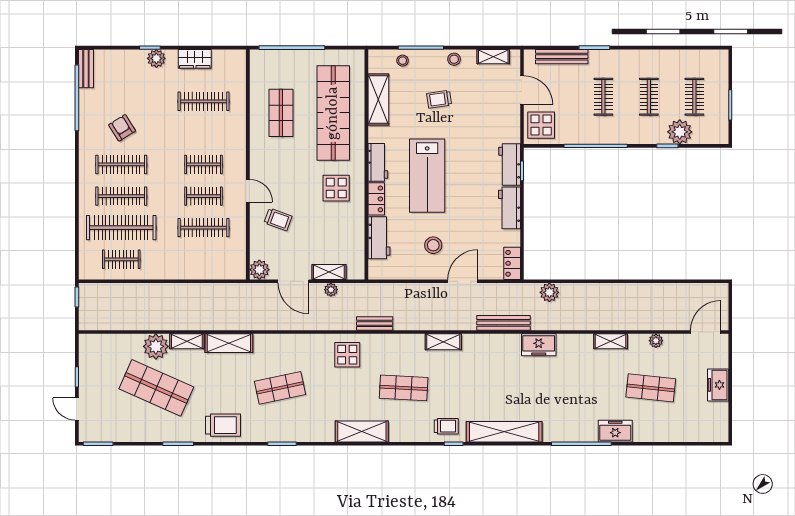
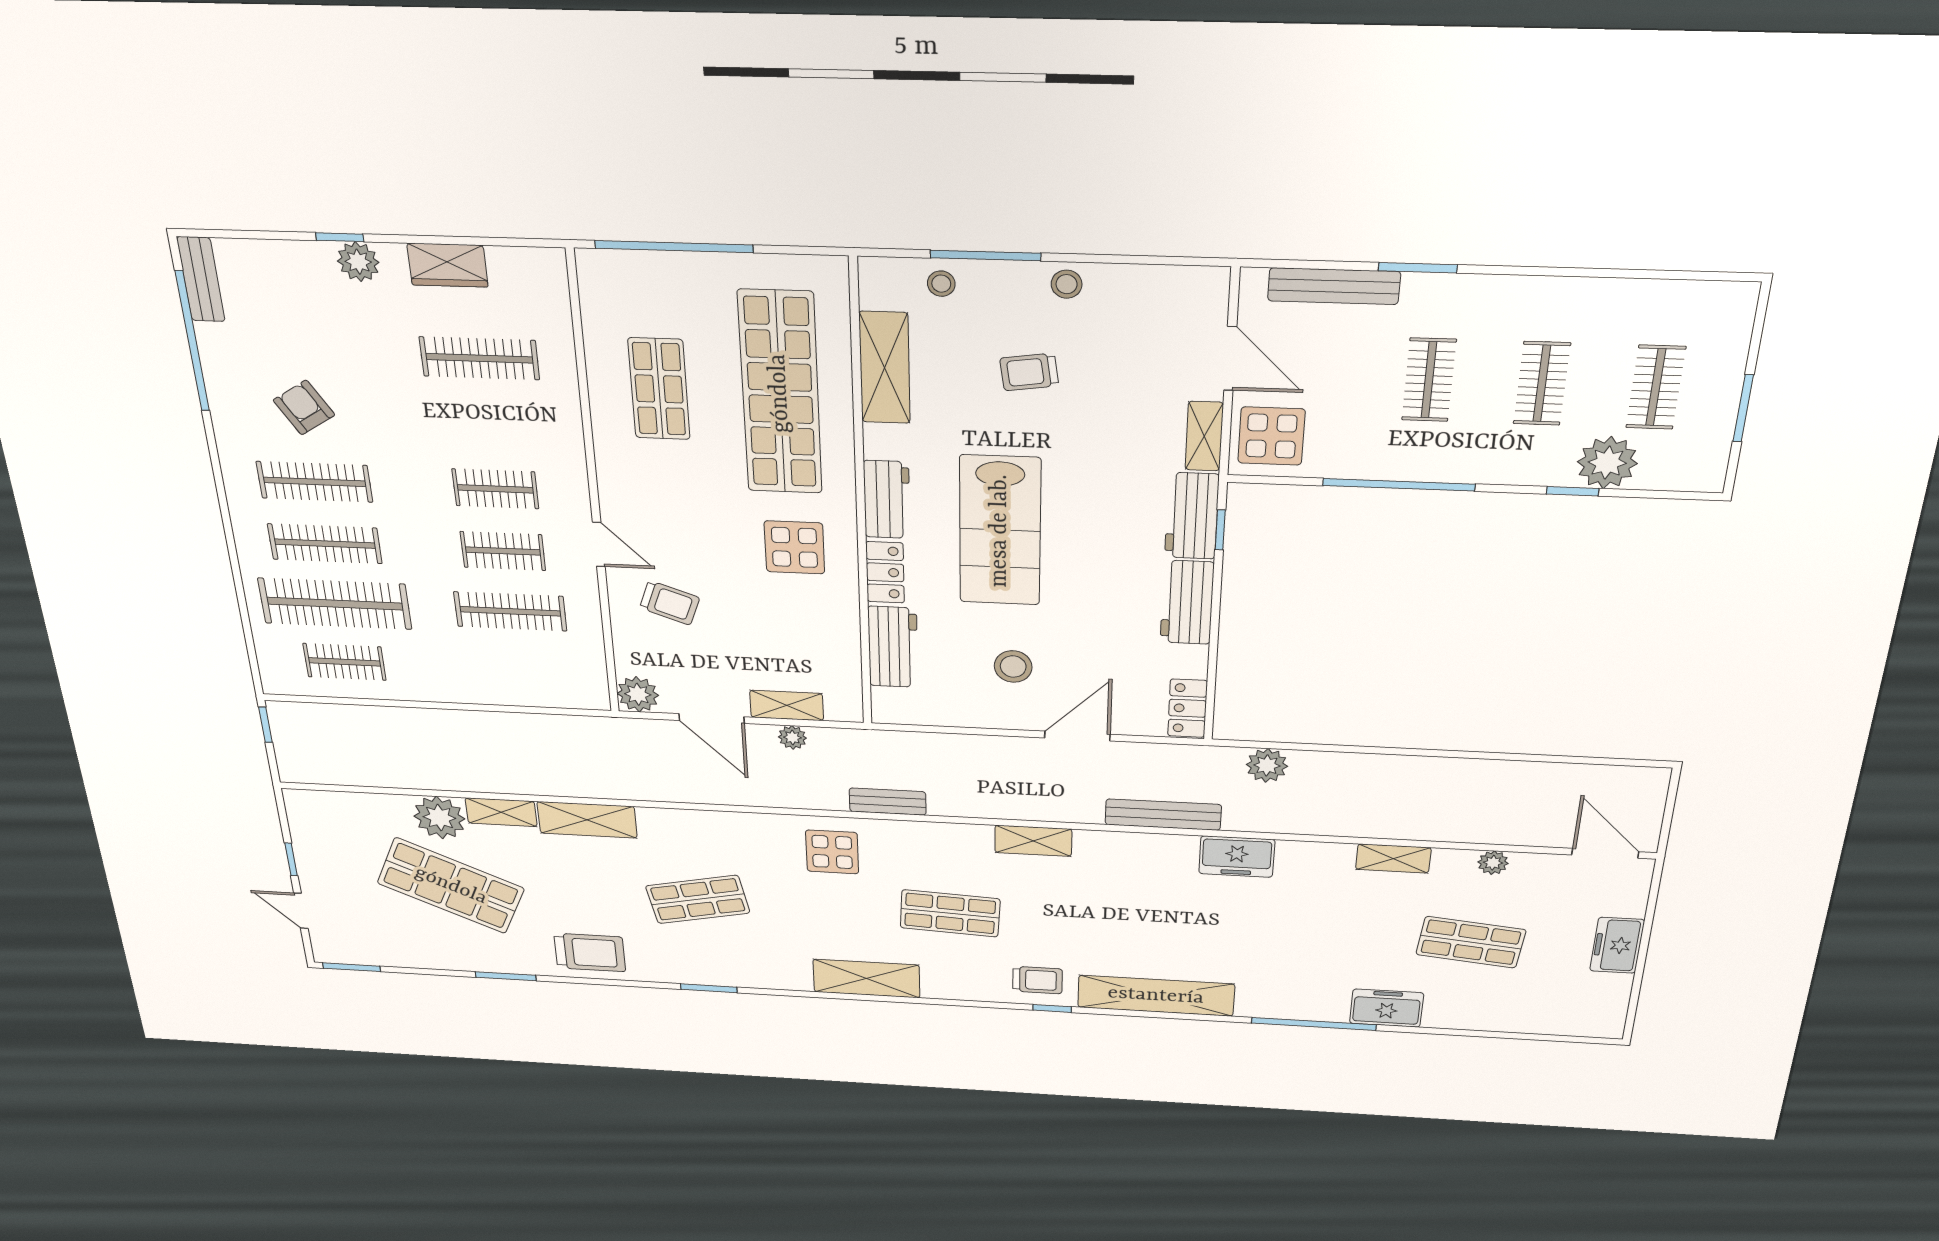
shelving: (493, 57) -> (1204, 436), moved, turned 90
door: (706, 332) -> (1605, 853), hinge flipped

